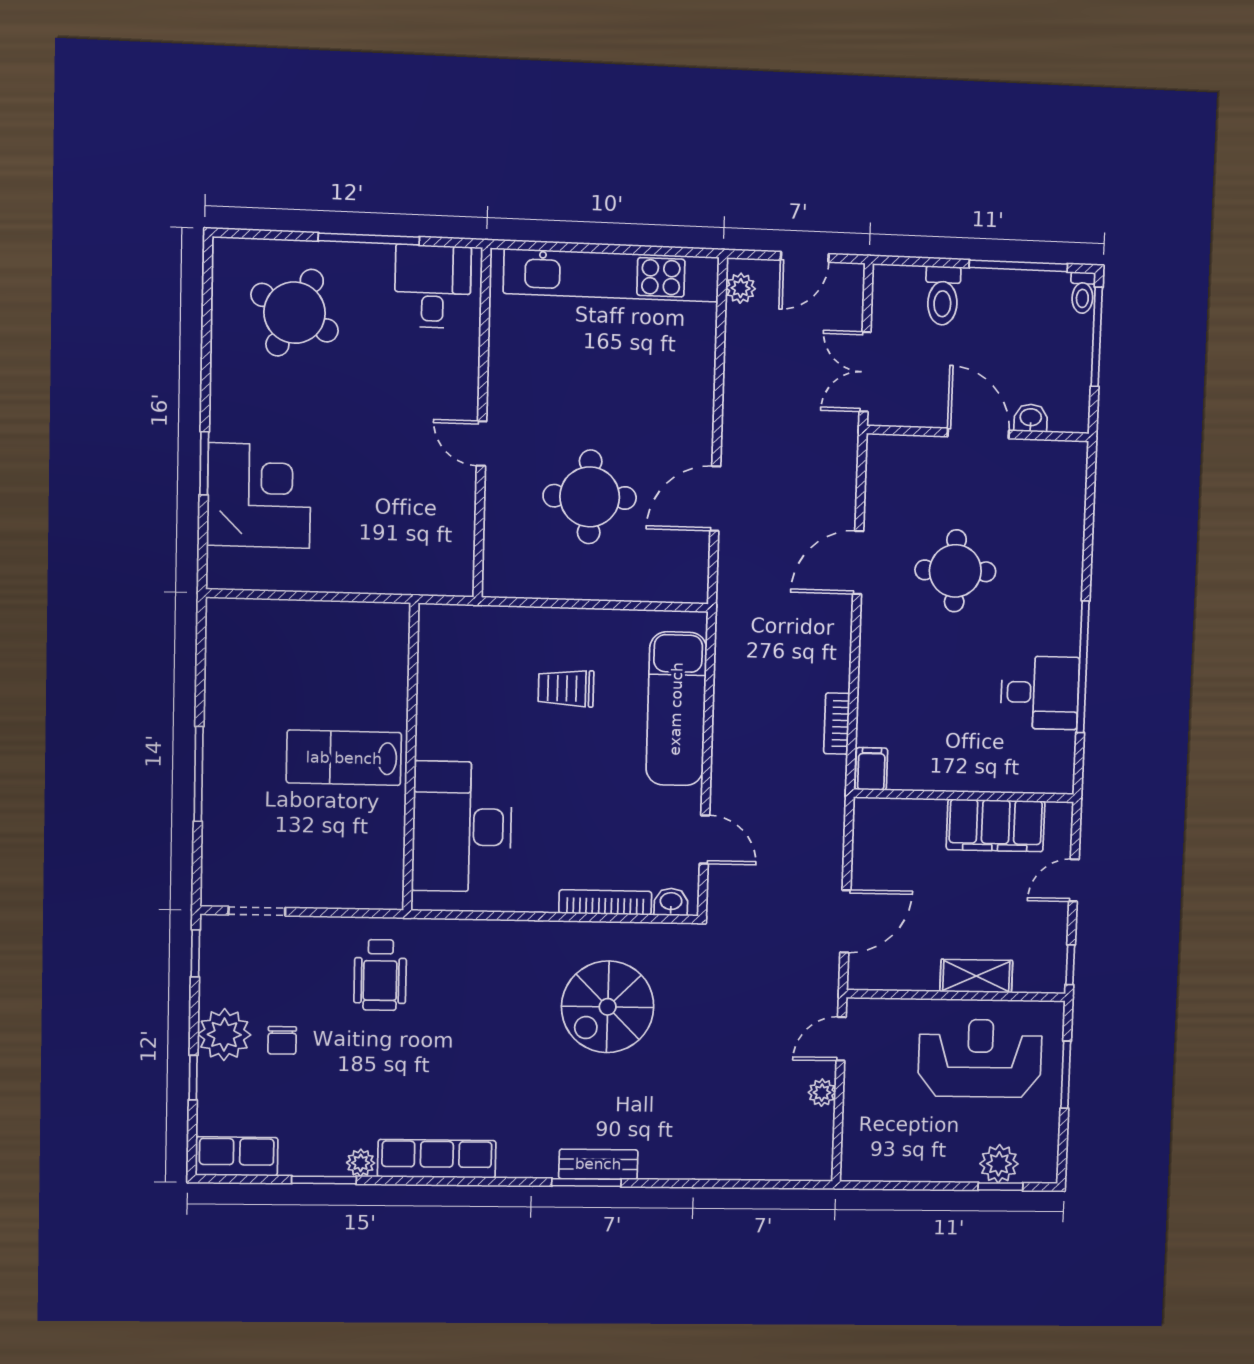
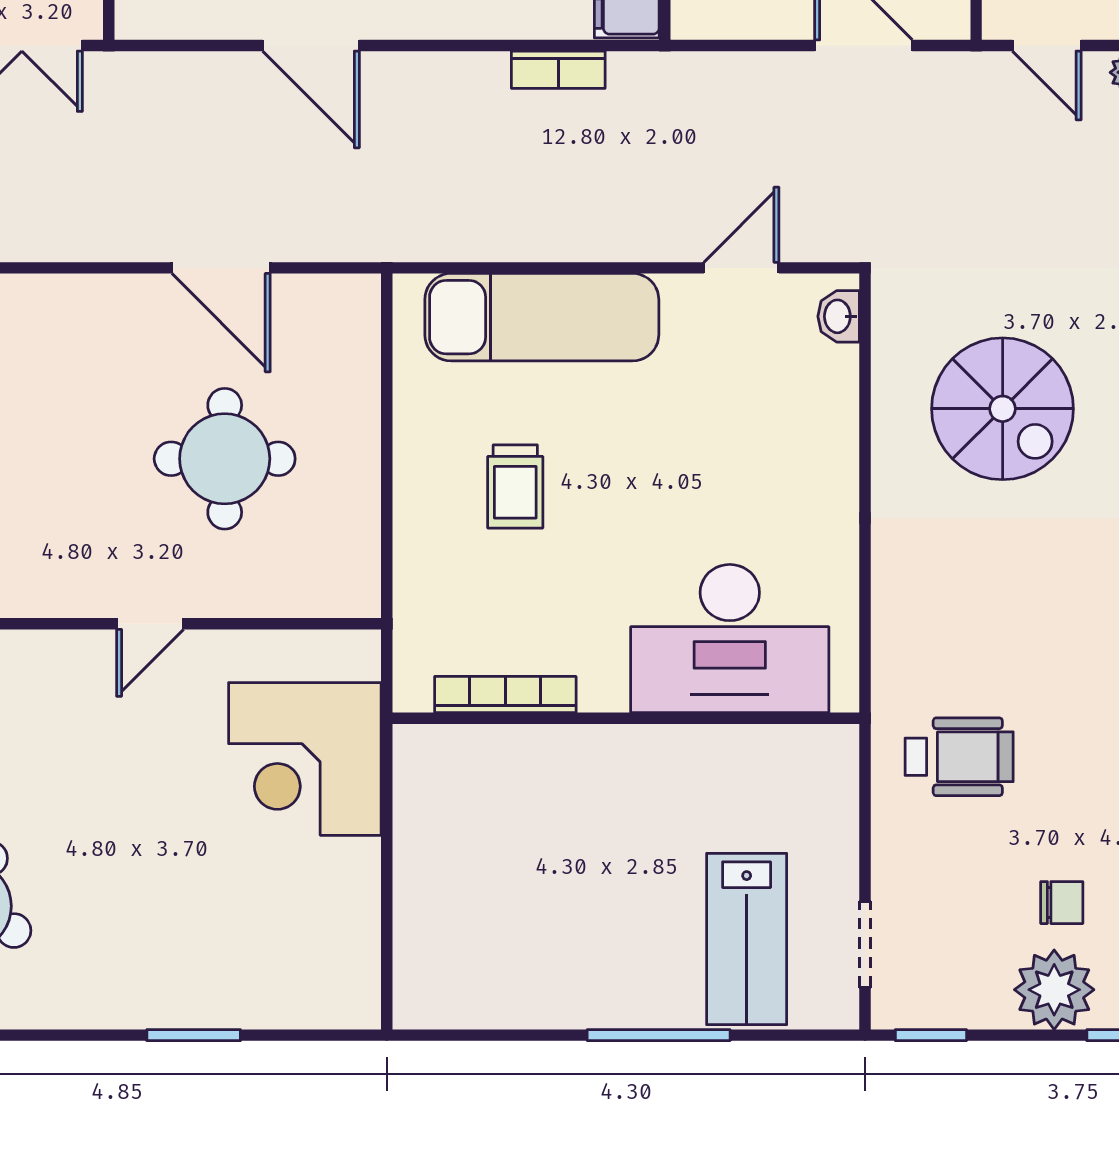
corner desk: (259, 495) -> (305, 759), moved, turned -90
lab bench: (344, 758) -> (747, 939), moved
bookcase: (605, 902) -> (505, 695), moved, turned 90

